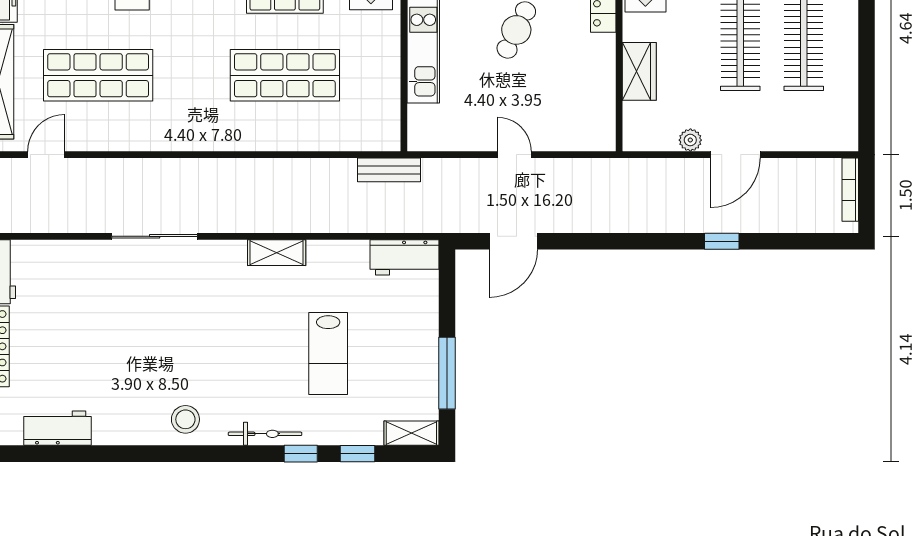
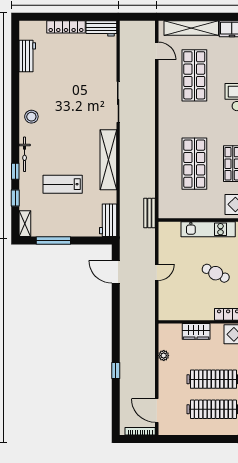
door: (735, 155) -> (157, 411), moved
shelving: (277, 253) -> (108, 160), width x2.20, depth x1.33

